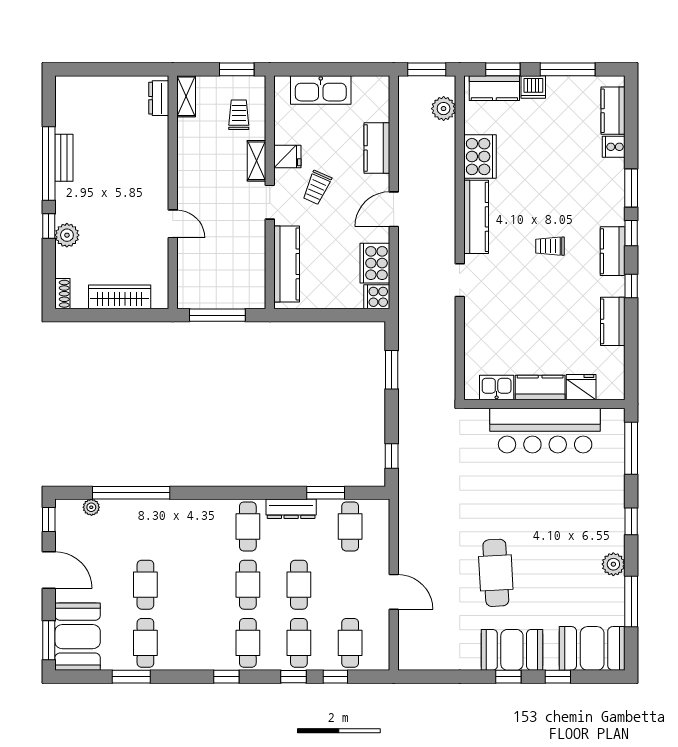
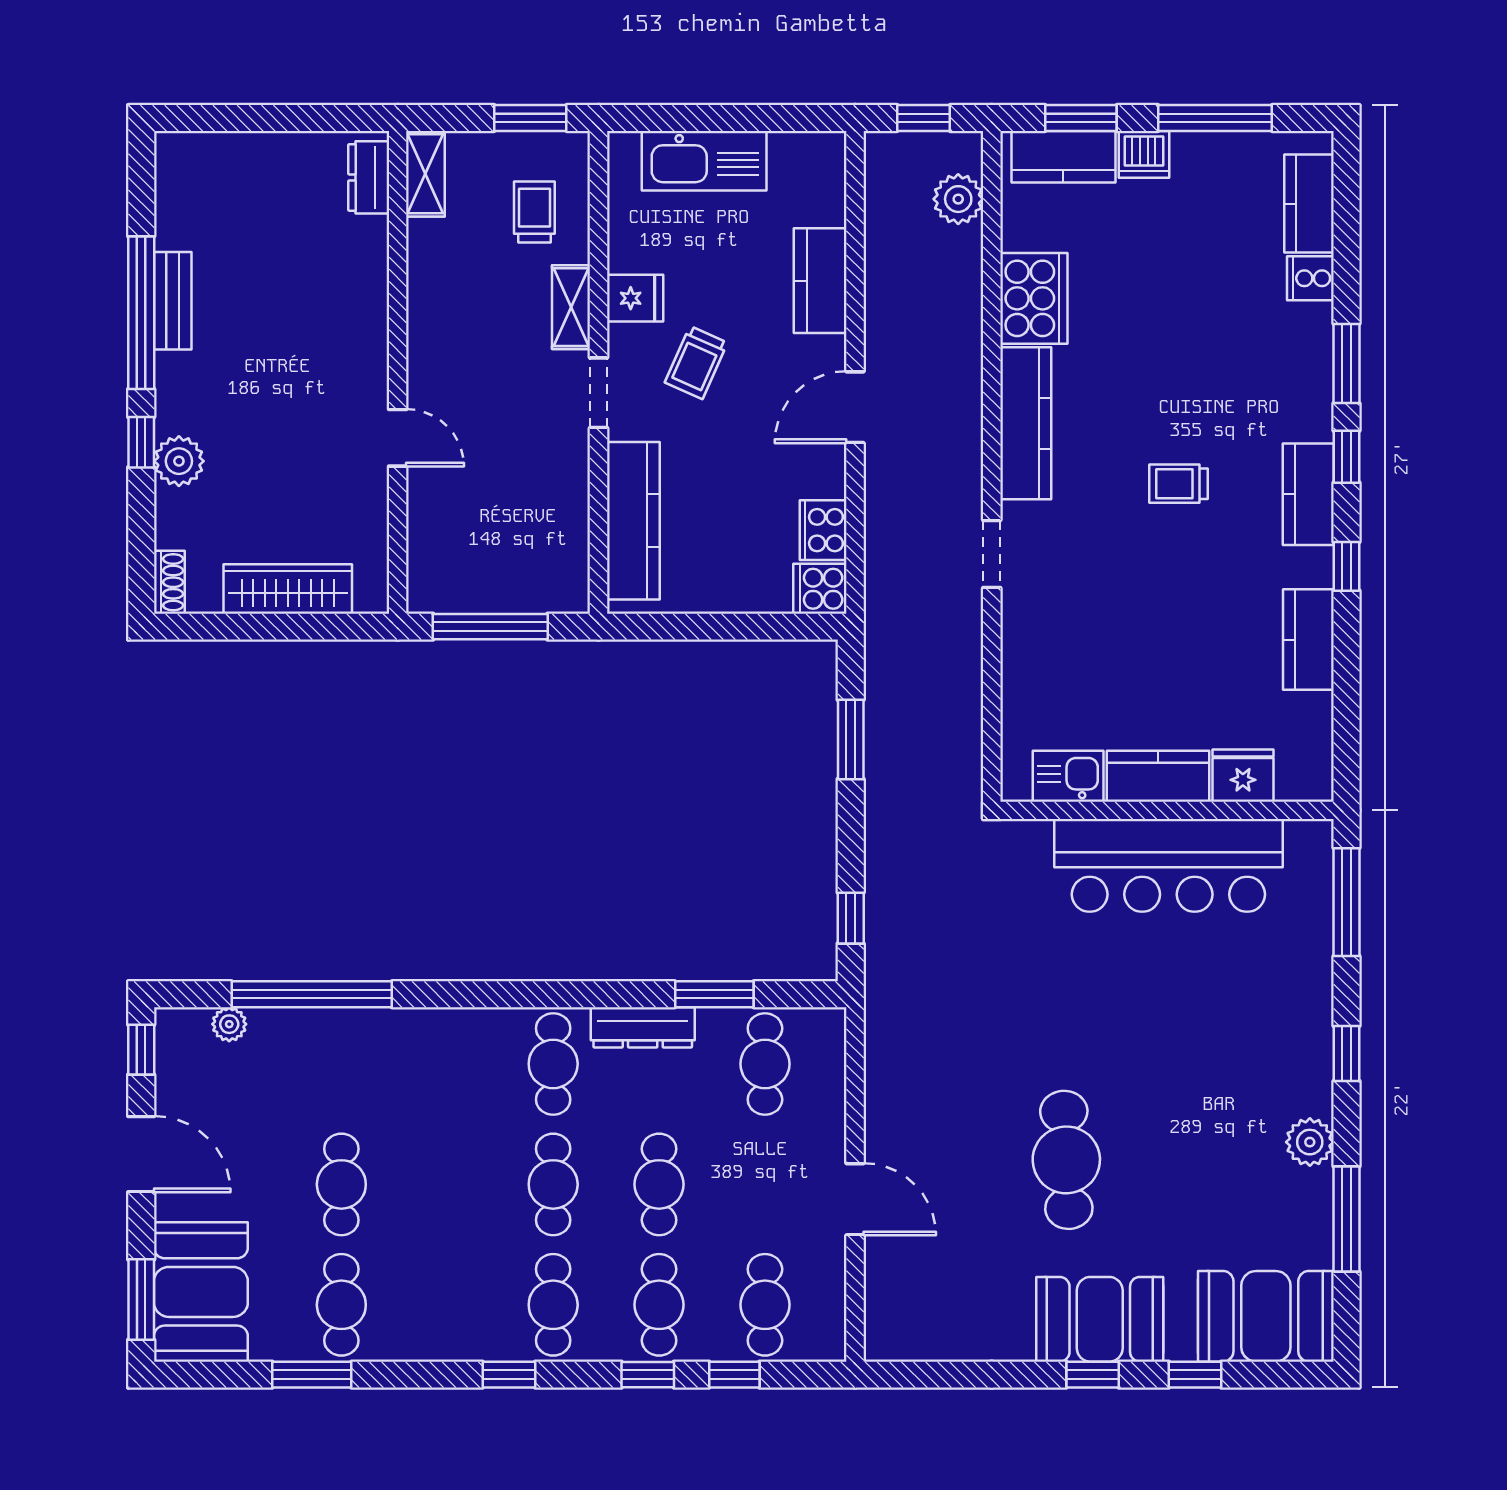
window: (427, 69) -> (924, 118), width x0.67
cooker: (375, 263) -> (823, 530), width x0.73, depth x0.76

